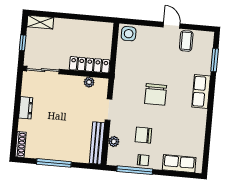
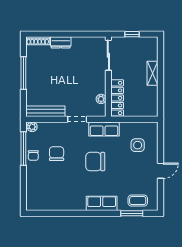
shelving: (40, 22) -> (153, 73), moved
side table: (129, 34) -> (138, 145), moved
coffee table: (186, 41) -> (138, 201), moved
dresser: (26, 108) -> (61, 42), moved
plant: (114, 141) -> (32, 127), moved
row of seats: (179, 164) -> (104, 129), moved, turned 90

